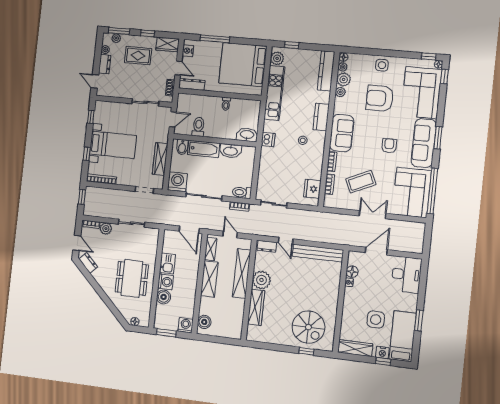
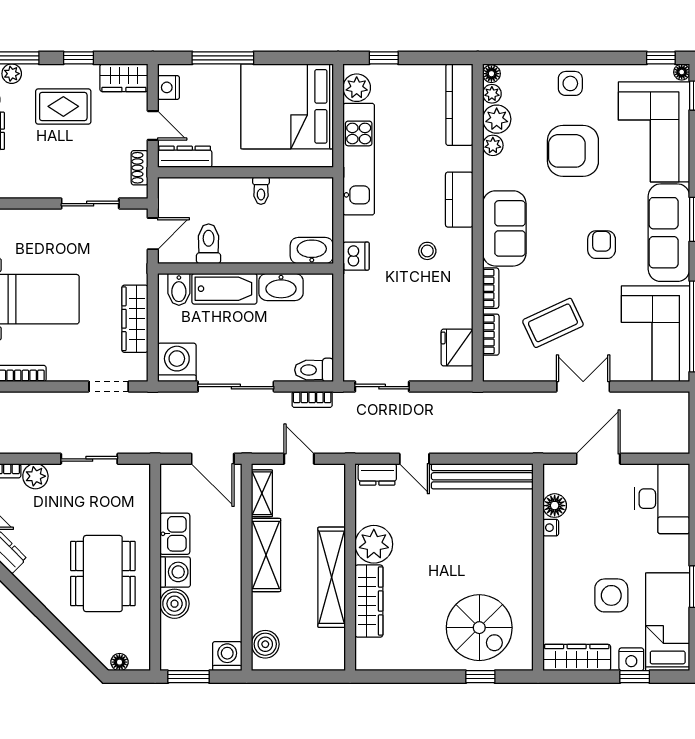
shelving: (242, 274) -> (332, 577), moved

